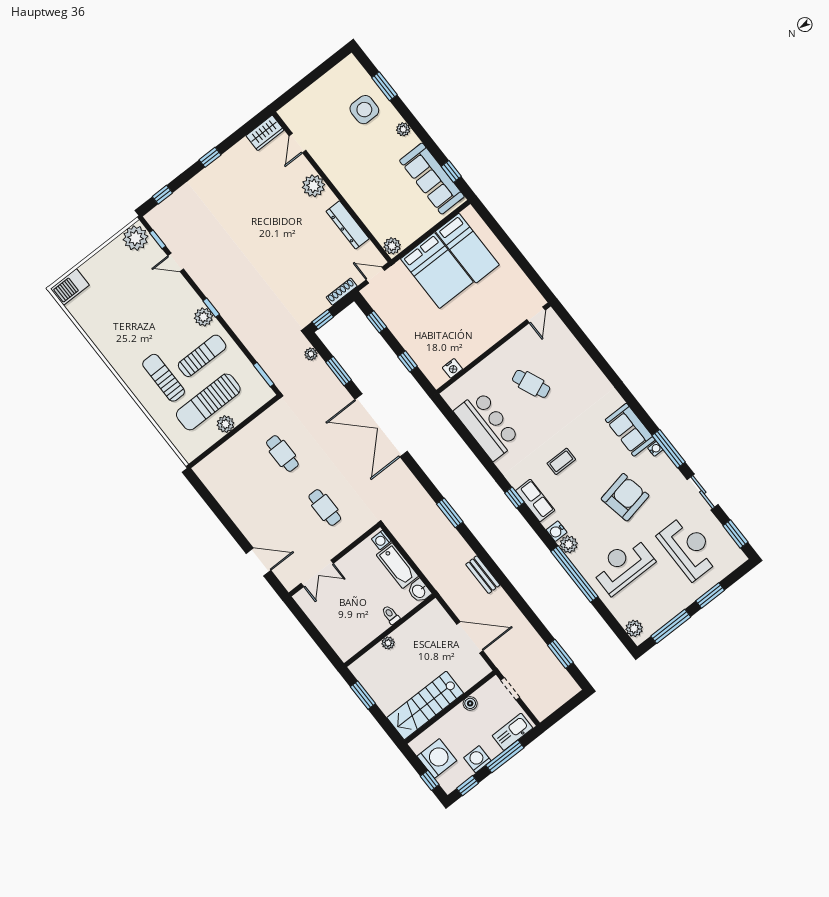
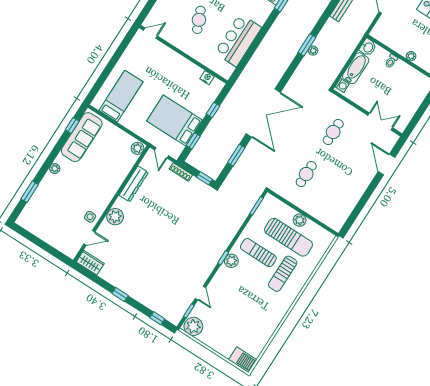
side table: (364, 110) -> (90, 217), moved, width x0.54, depth x0.54
bed: (437, 270) -> (175, 121), moved, turned -90
plant: (311, 354) -> (313, 51), moved

